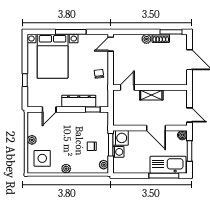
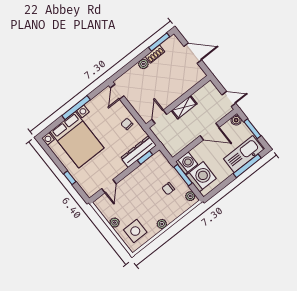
dresser: (79, 101) -> (138, 152), moved
washing machine: (118, 152) -> (201, 177), width x1.89, depth x1.89

